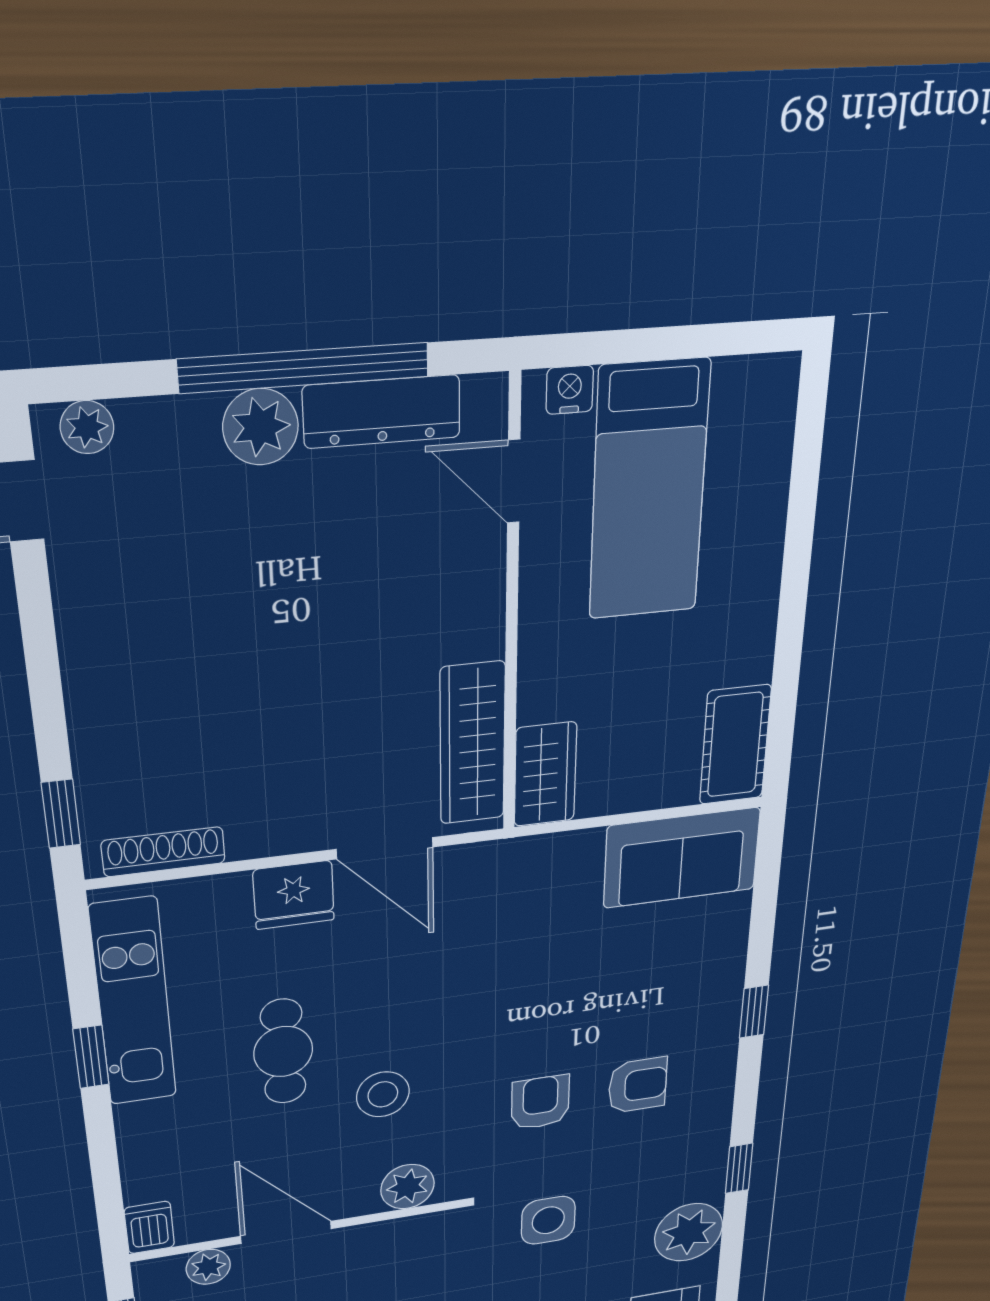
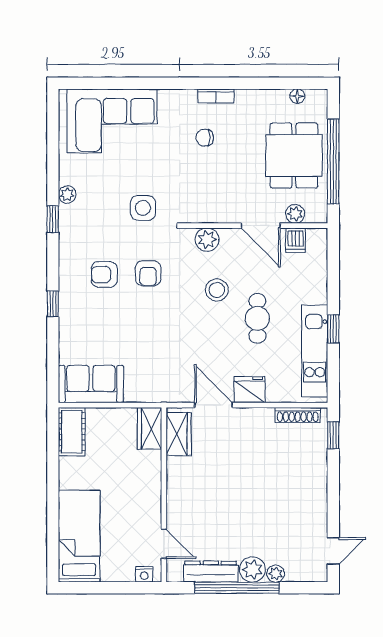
plant: (87, 427) -> (276, 574), moved
bed: (649, 491) -> (79, 536), moved
wardrobe: (473, 744) -> (179, 434), width x0.67
dishwasher: (149, 1227) -> (295, 240), moved
plant: (689, 1232) -> (67, 195), width x0.53, depth x0.53

